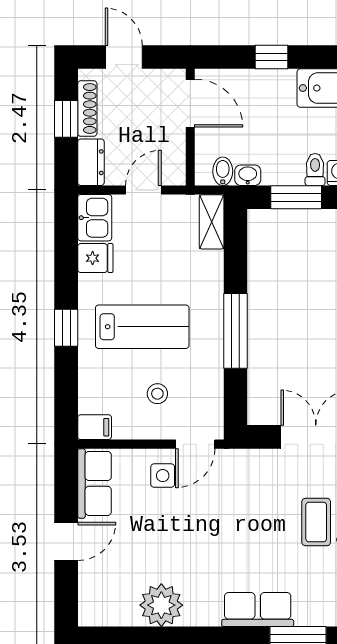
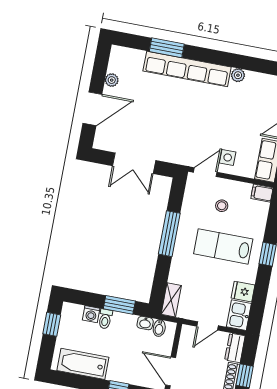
coffee table: (316, 522) -> (143, 114), removed
plant: (161, 605) -> (238, 75), width x0.53, depth x0.53
row of seats: (258, 610) -> (187, 69), width x2.02

